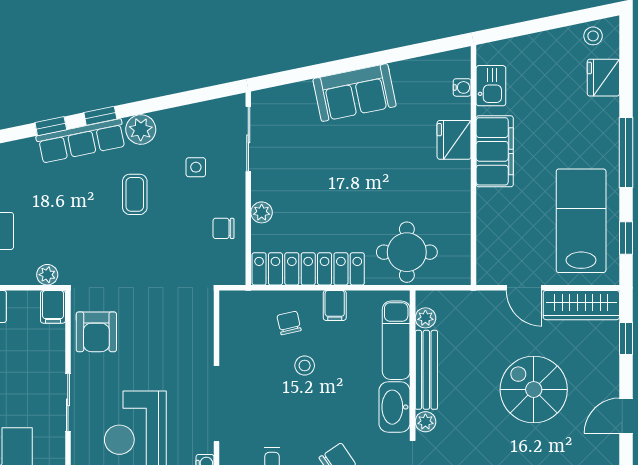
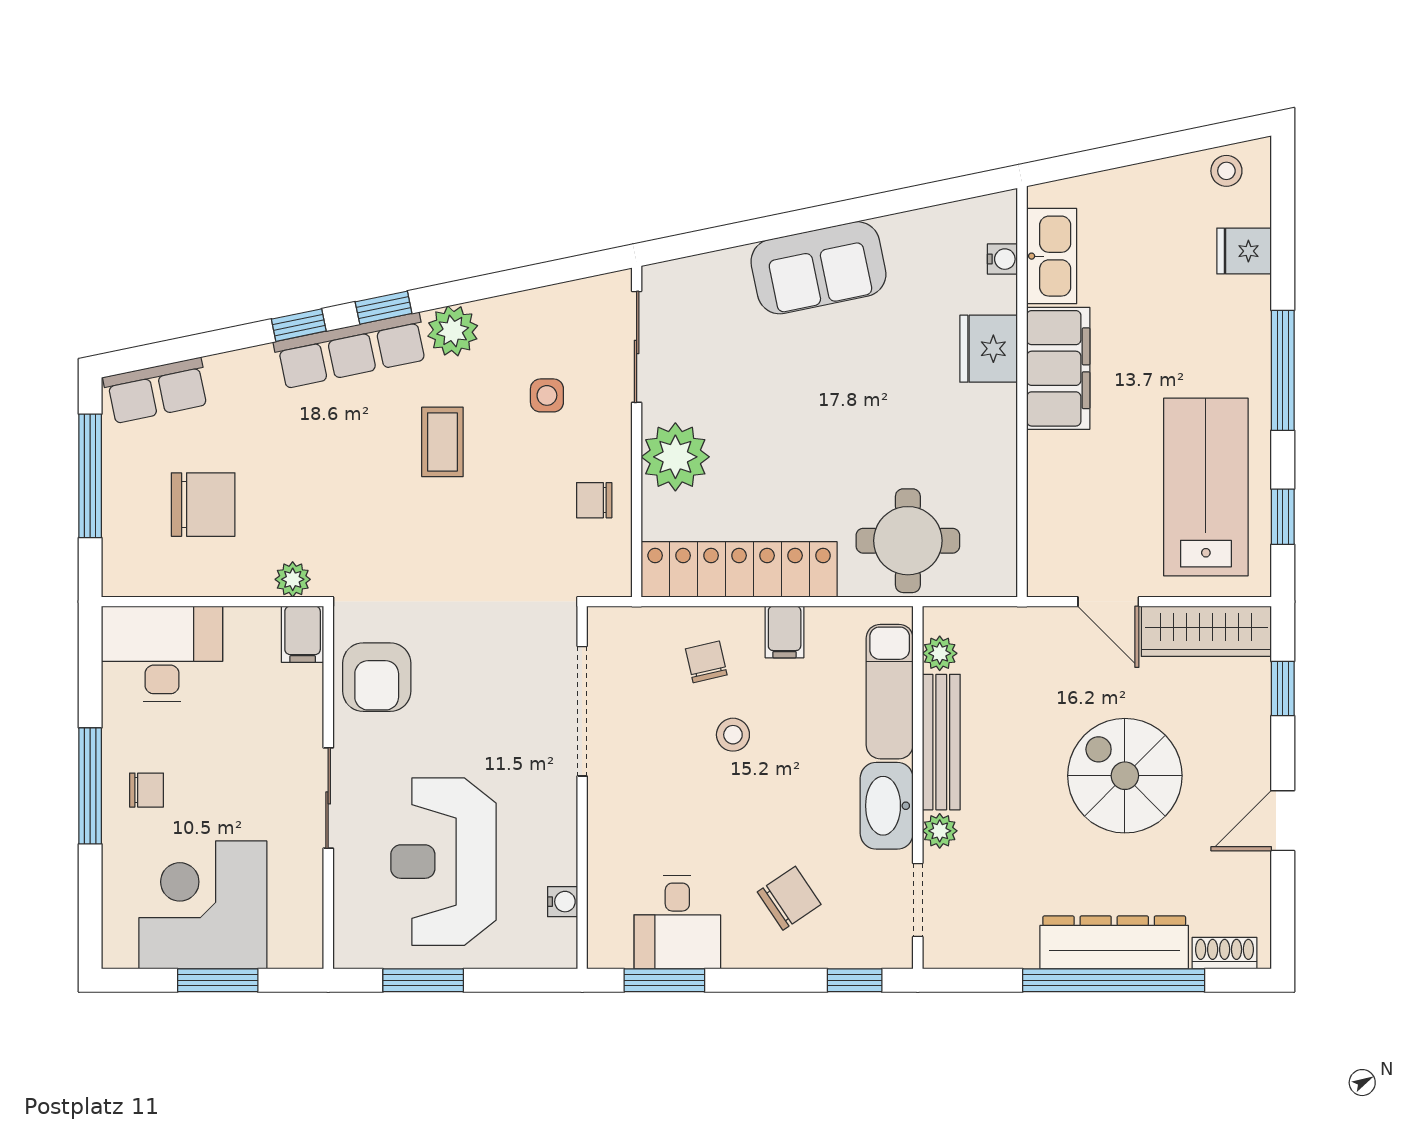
fridge: (603, 78) -> (1244, 251), width x0.72
kitchen sink: (491, 86) -> (1052, 256), width x1.38
plant: (262, 212) -> (675, 457), width x1.87, depth x1.87
doorway: (216, 404) -> (582, 711), moved

